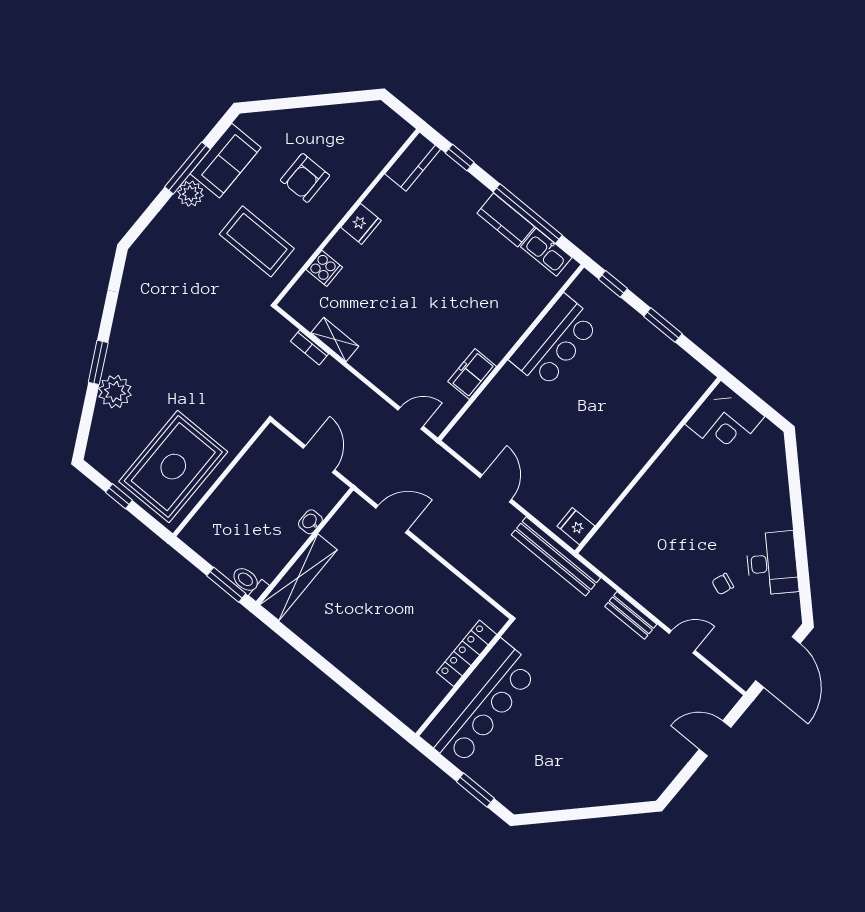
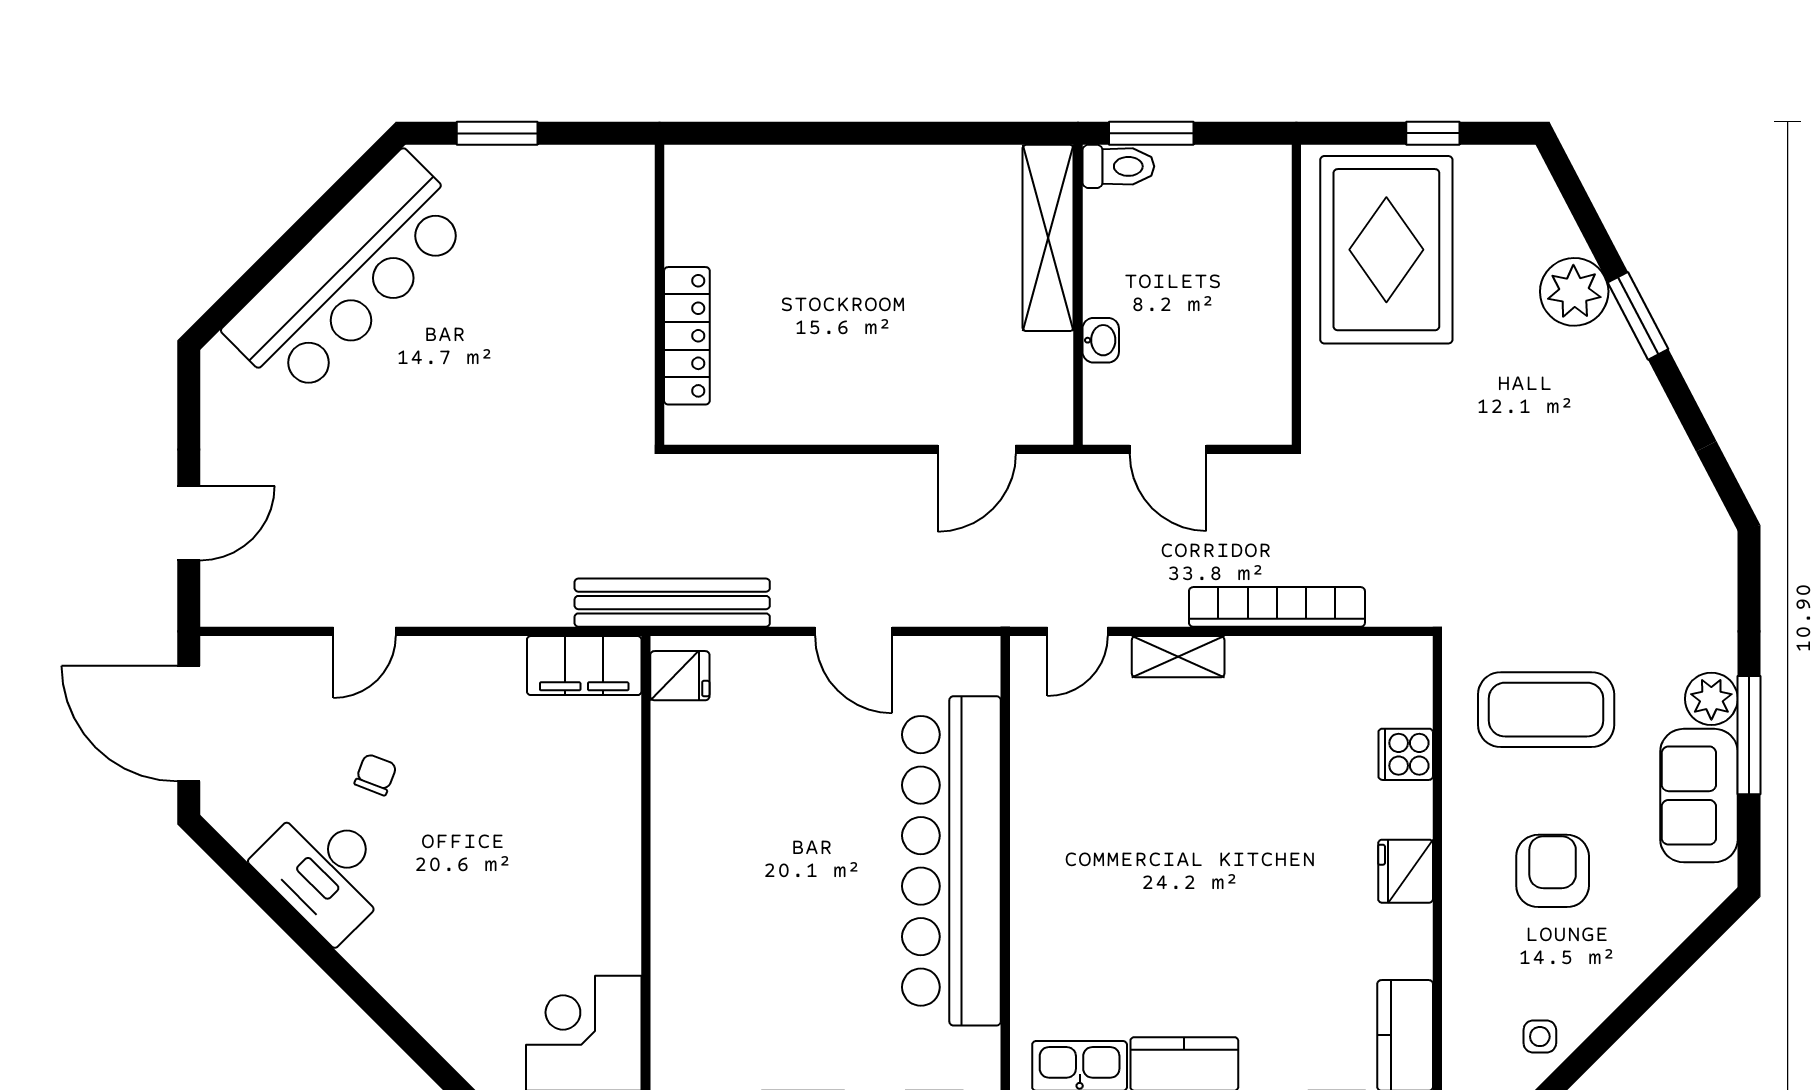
side table: (362, 119) -> (1540, 1037), added
shelving: (335, 340) -> (1178, 657), moved
bar counter: (555, 341) -> (951, 861), width x1.86
bookcase: (310, 347) -> (1277, 607), width x2.31, depth x1.31
freezer: (472, 374) -> (1038, 780), removed
filing cabinet: (609, 560) -> (584, 666), added
bench: (631, 615) -> (479, 607), removed
bar counter: (480, 703) -> (349, 276), moved, turned -135

